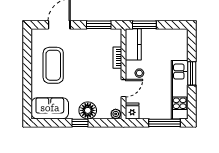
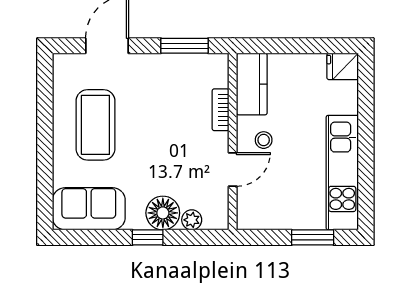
window: (144, 25) -> (273, 46), removed
window: (192, 73) -> (366, 141), removed
fridge: (132, 111) -> (343, 66), moved, turned -90
plant: (116, 114) -> (192, 220), moved
window: (165, 123) -> (313, 237), width x0.69

